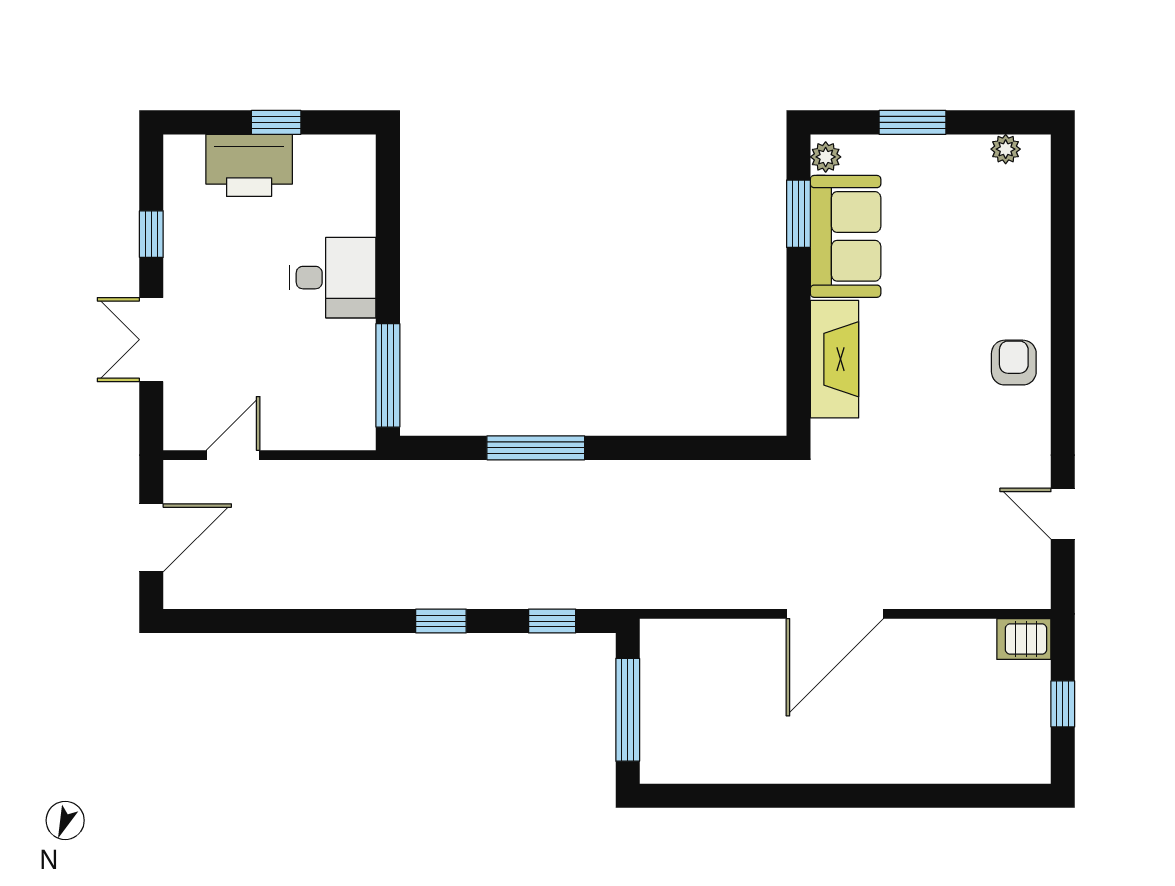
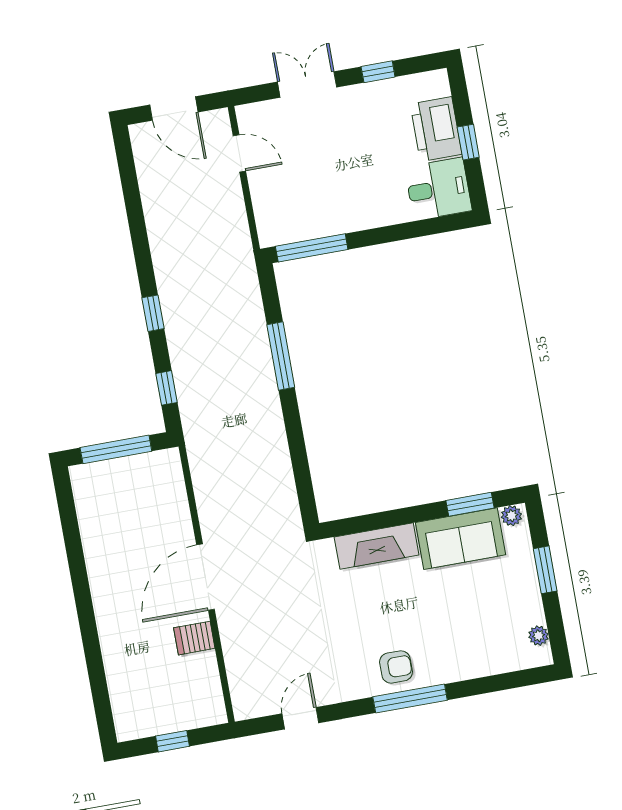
desk: (333, 278) -> (438, 189), moved, turned -90
window: (1063, 350) -> (410, 698), added
door: (835, 614) -> (205, 577), hinge flipped
server rack: (1024, 639) -> (194, 638), moved, turned -90

